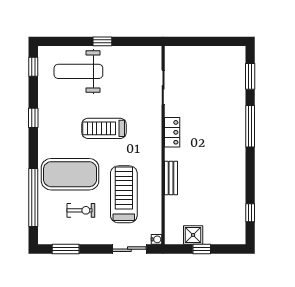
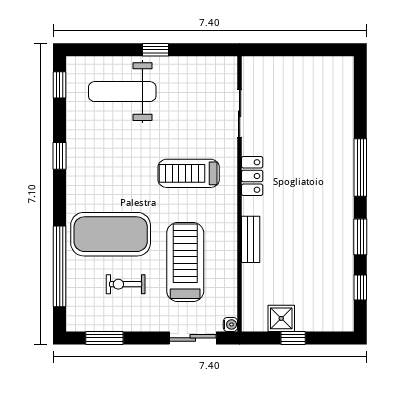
window: (250, 76) -> (360, 237), moved
treadmill: (104, 128) -> (189, 173), moved
exercise bike: (81, 210) -> (126, 284), turned 180

